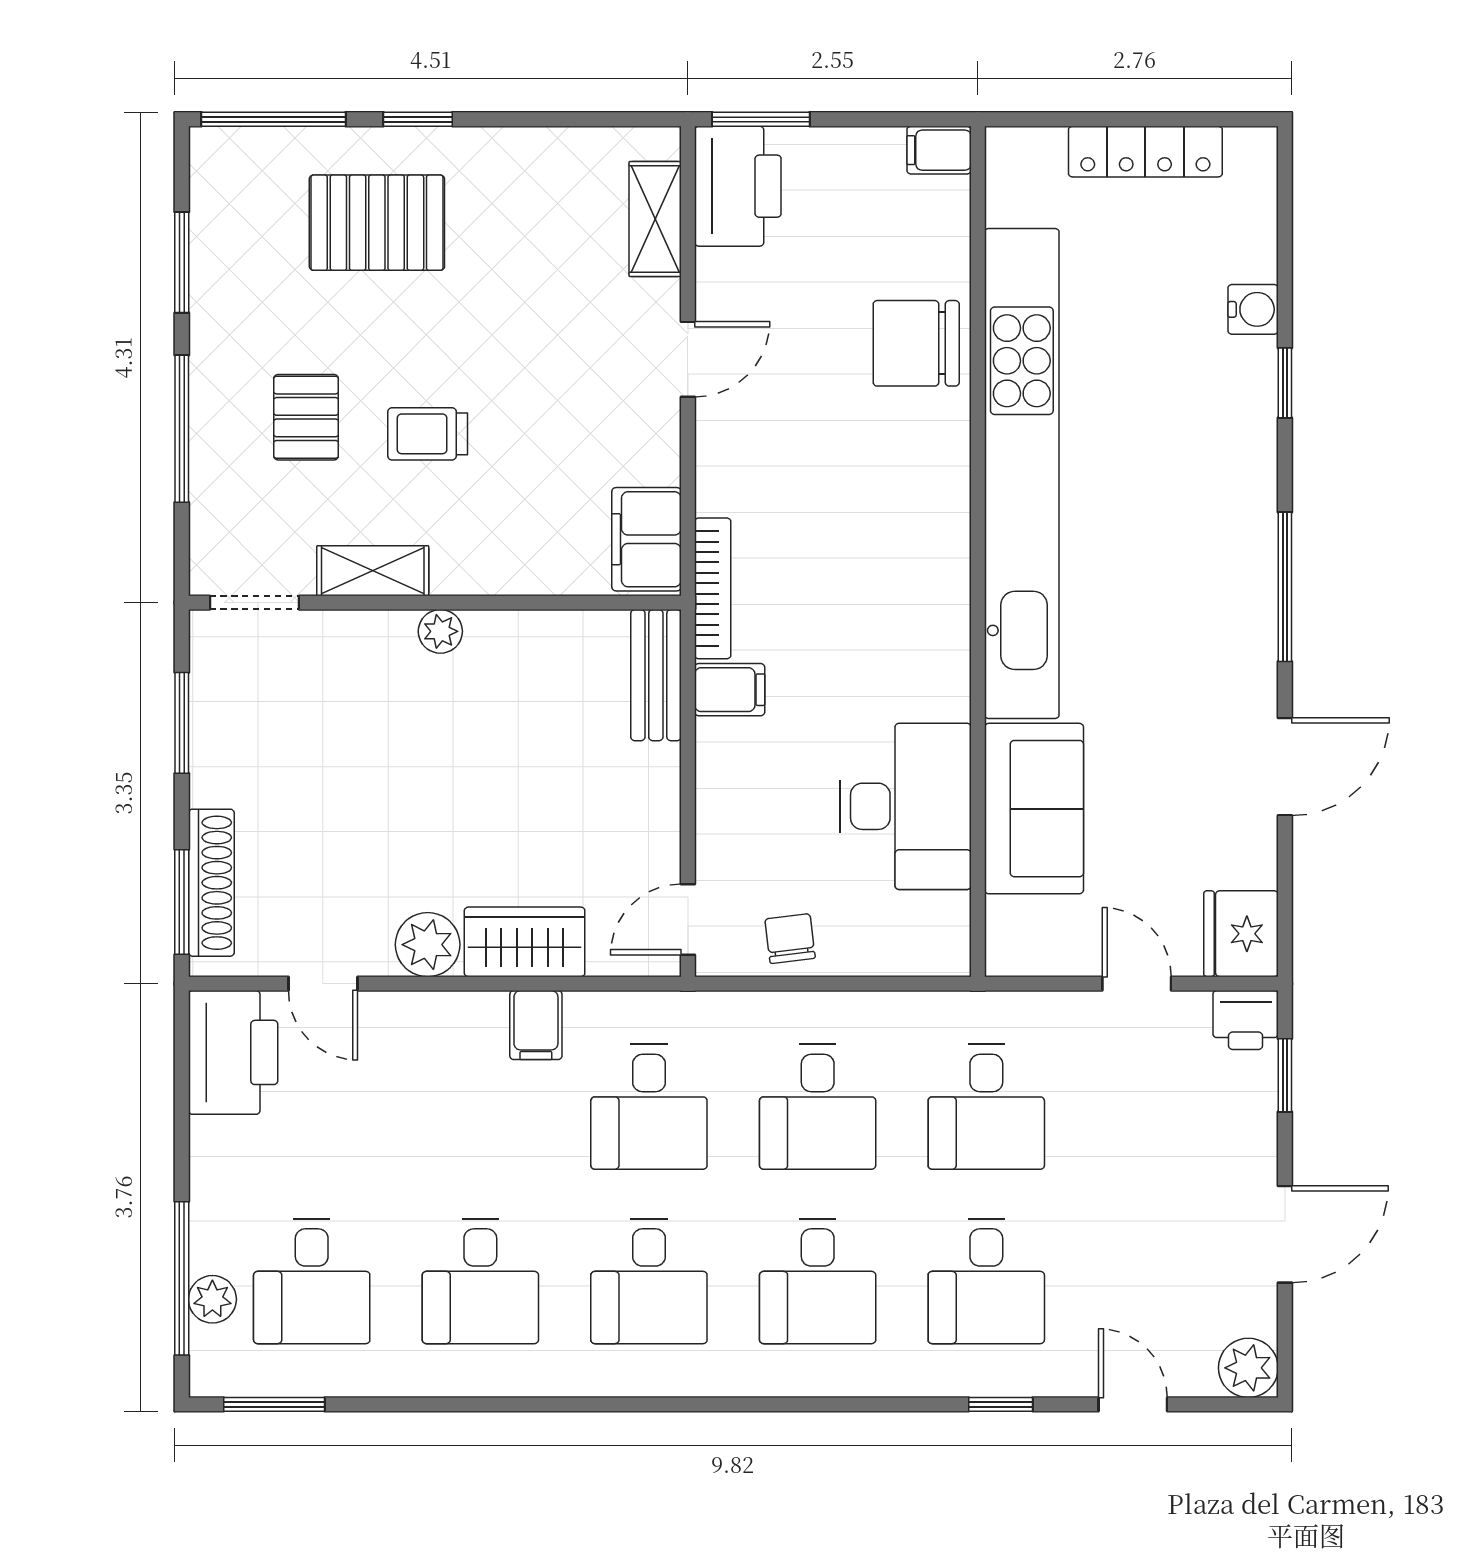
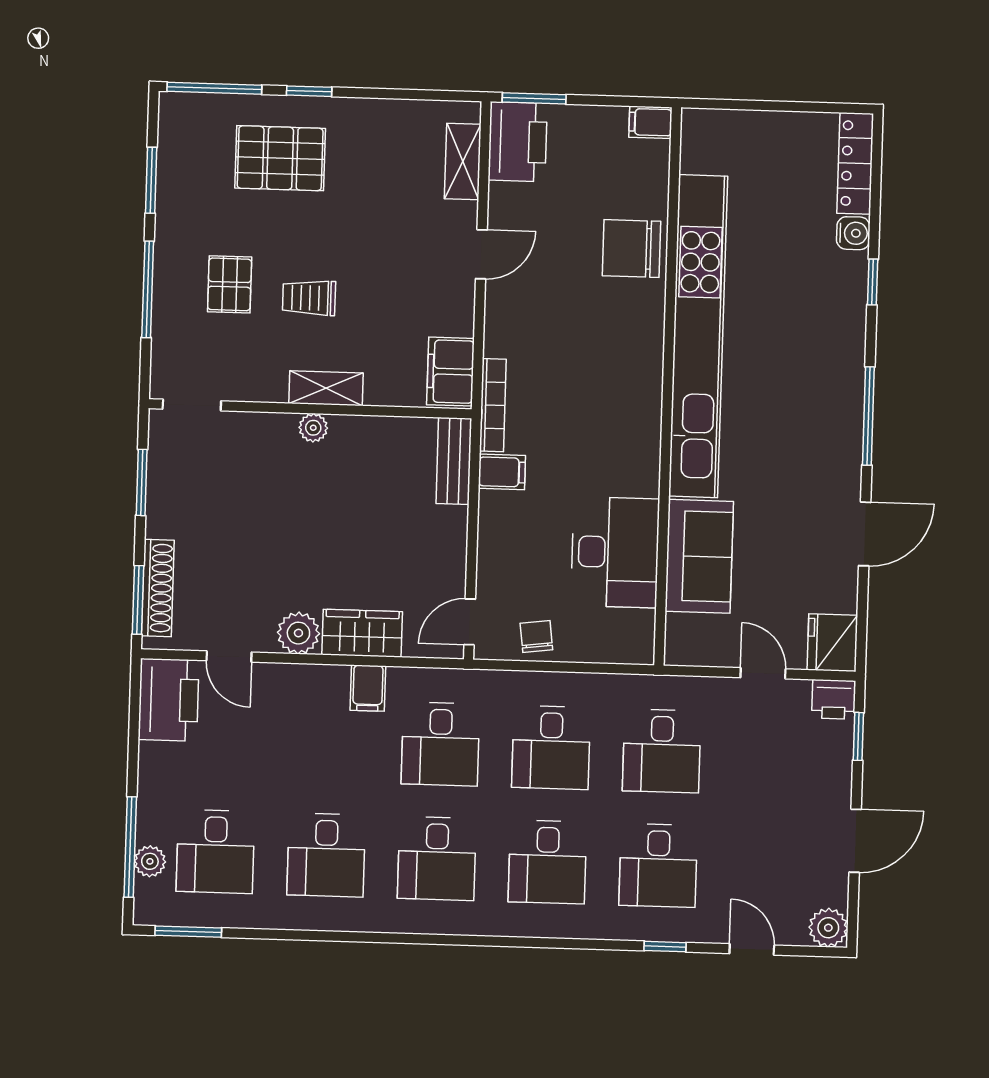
locker: (1145, 152) -> (855, 163), moved, turned 90
shelving: (373, 571) -> (326, 388), moved

